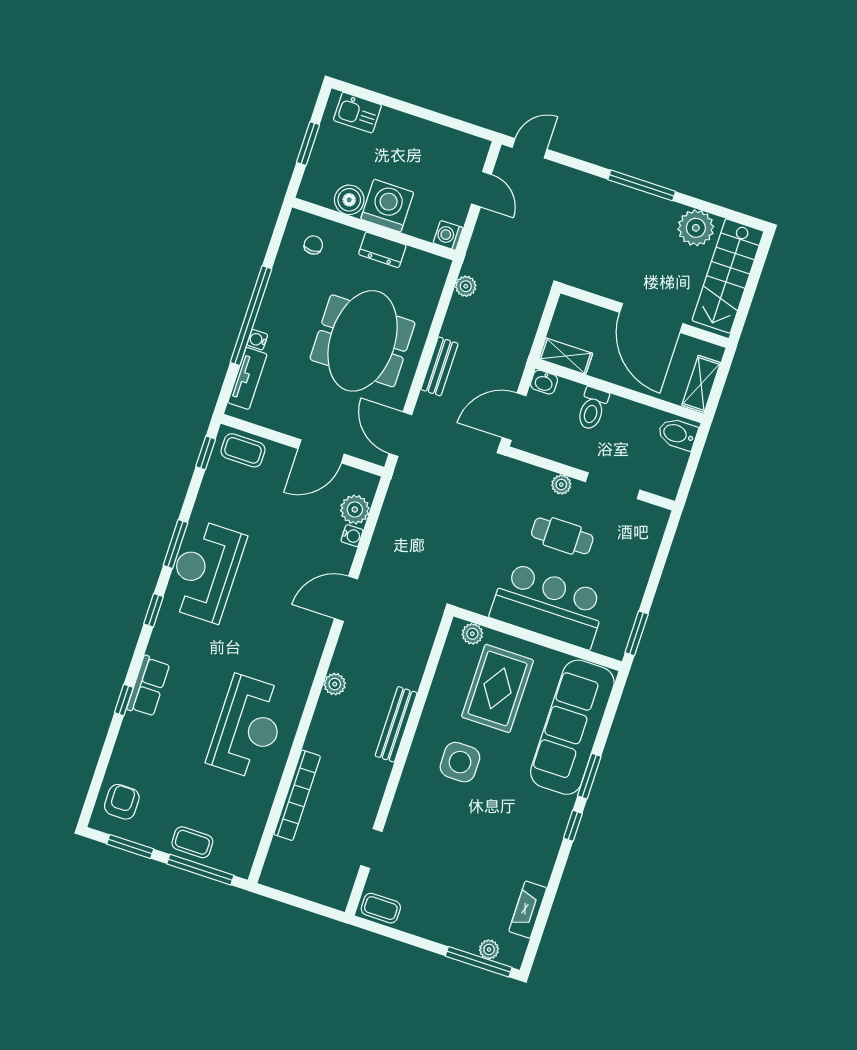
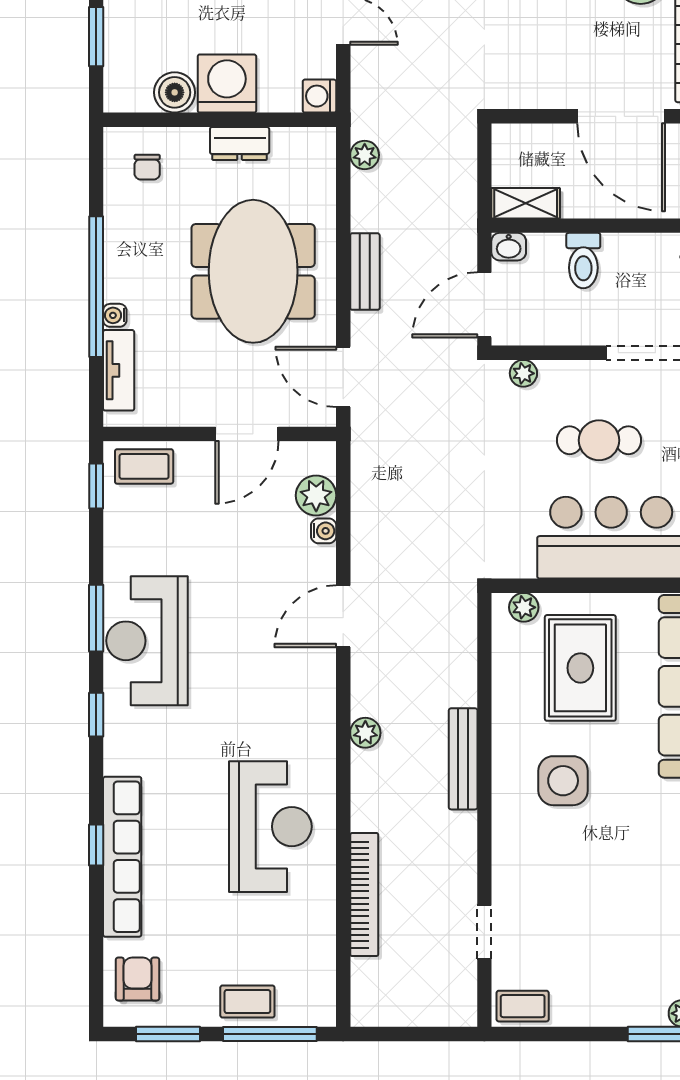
chair: (313, 245) -> (147, 167), turned 180
plant: (561, 485) -> (523, 373), moved
row of seats: (148, 686) -> (122, 857), width x2.02

